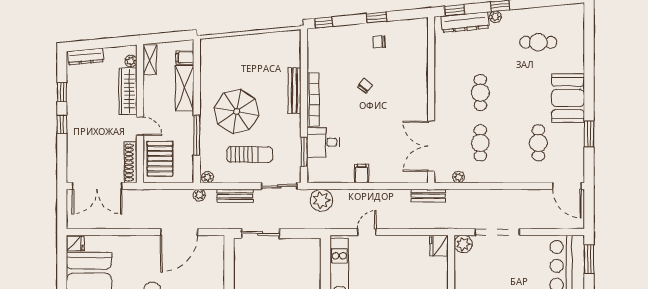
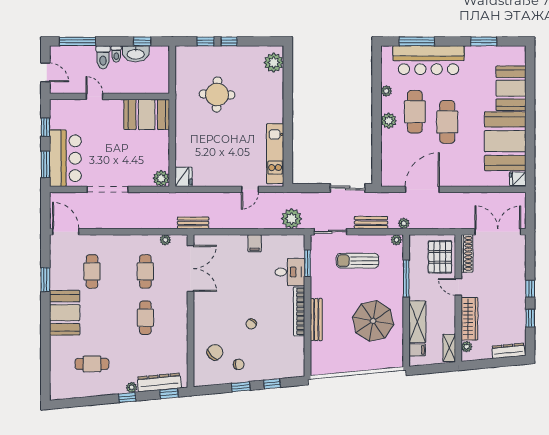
window: (324, 22) -> (272, 384), moved
chair: (405, 55) -> (215, 352), added
parasol: (237, 111) -> (373, 321), moved
doorway: (497, 232) -> (108, 189), moved

